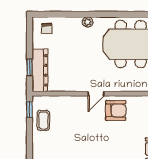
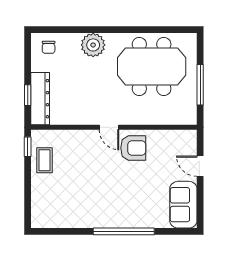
plant: (88, 22) -> (93, 45), width x1.88, depth x1.88
door: (96, 94) -> (109, 127), hinge flipped

